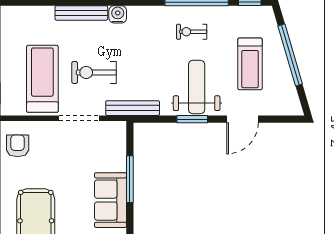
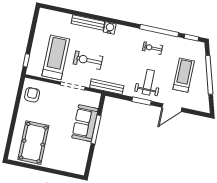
treadmill: (250, 64) -> (184, 75), turned 180
weight bench: (197, 87) -> (148, 82), width x0.73, depth x0.75
sofa: (110, 200) -> (85, 123), moved

